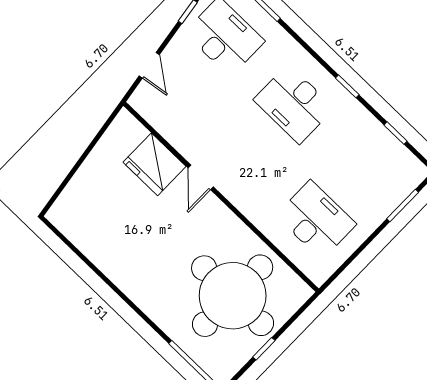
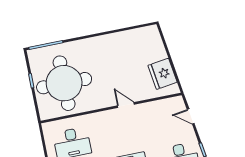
fridge: (155, 164) -> (163, 74), moved, turned -98

